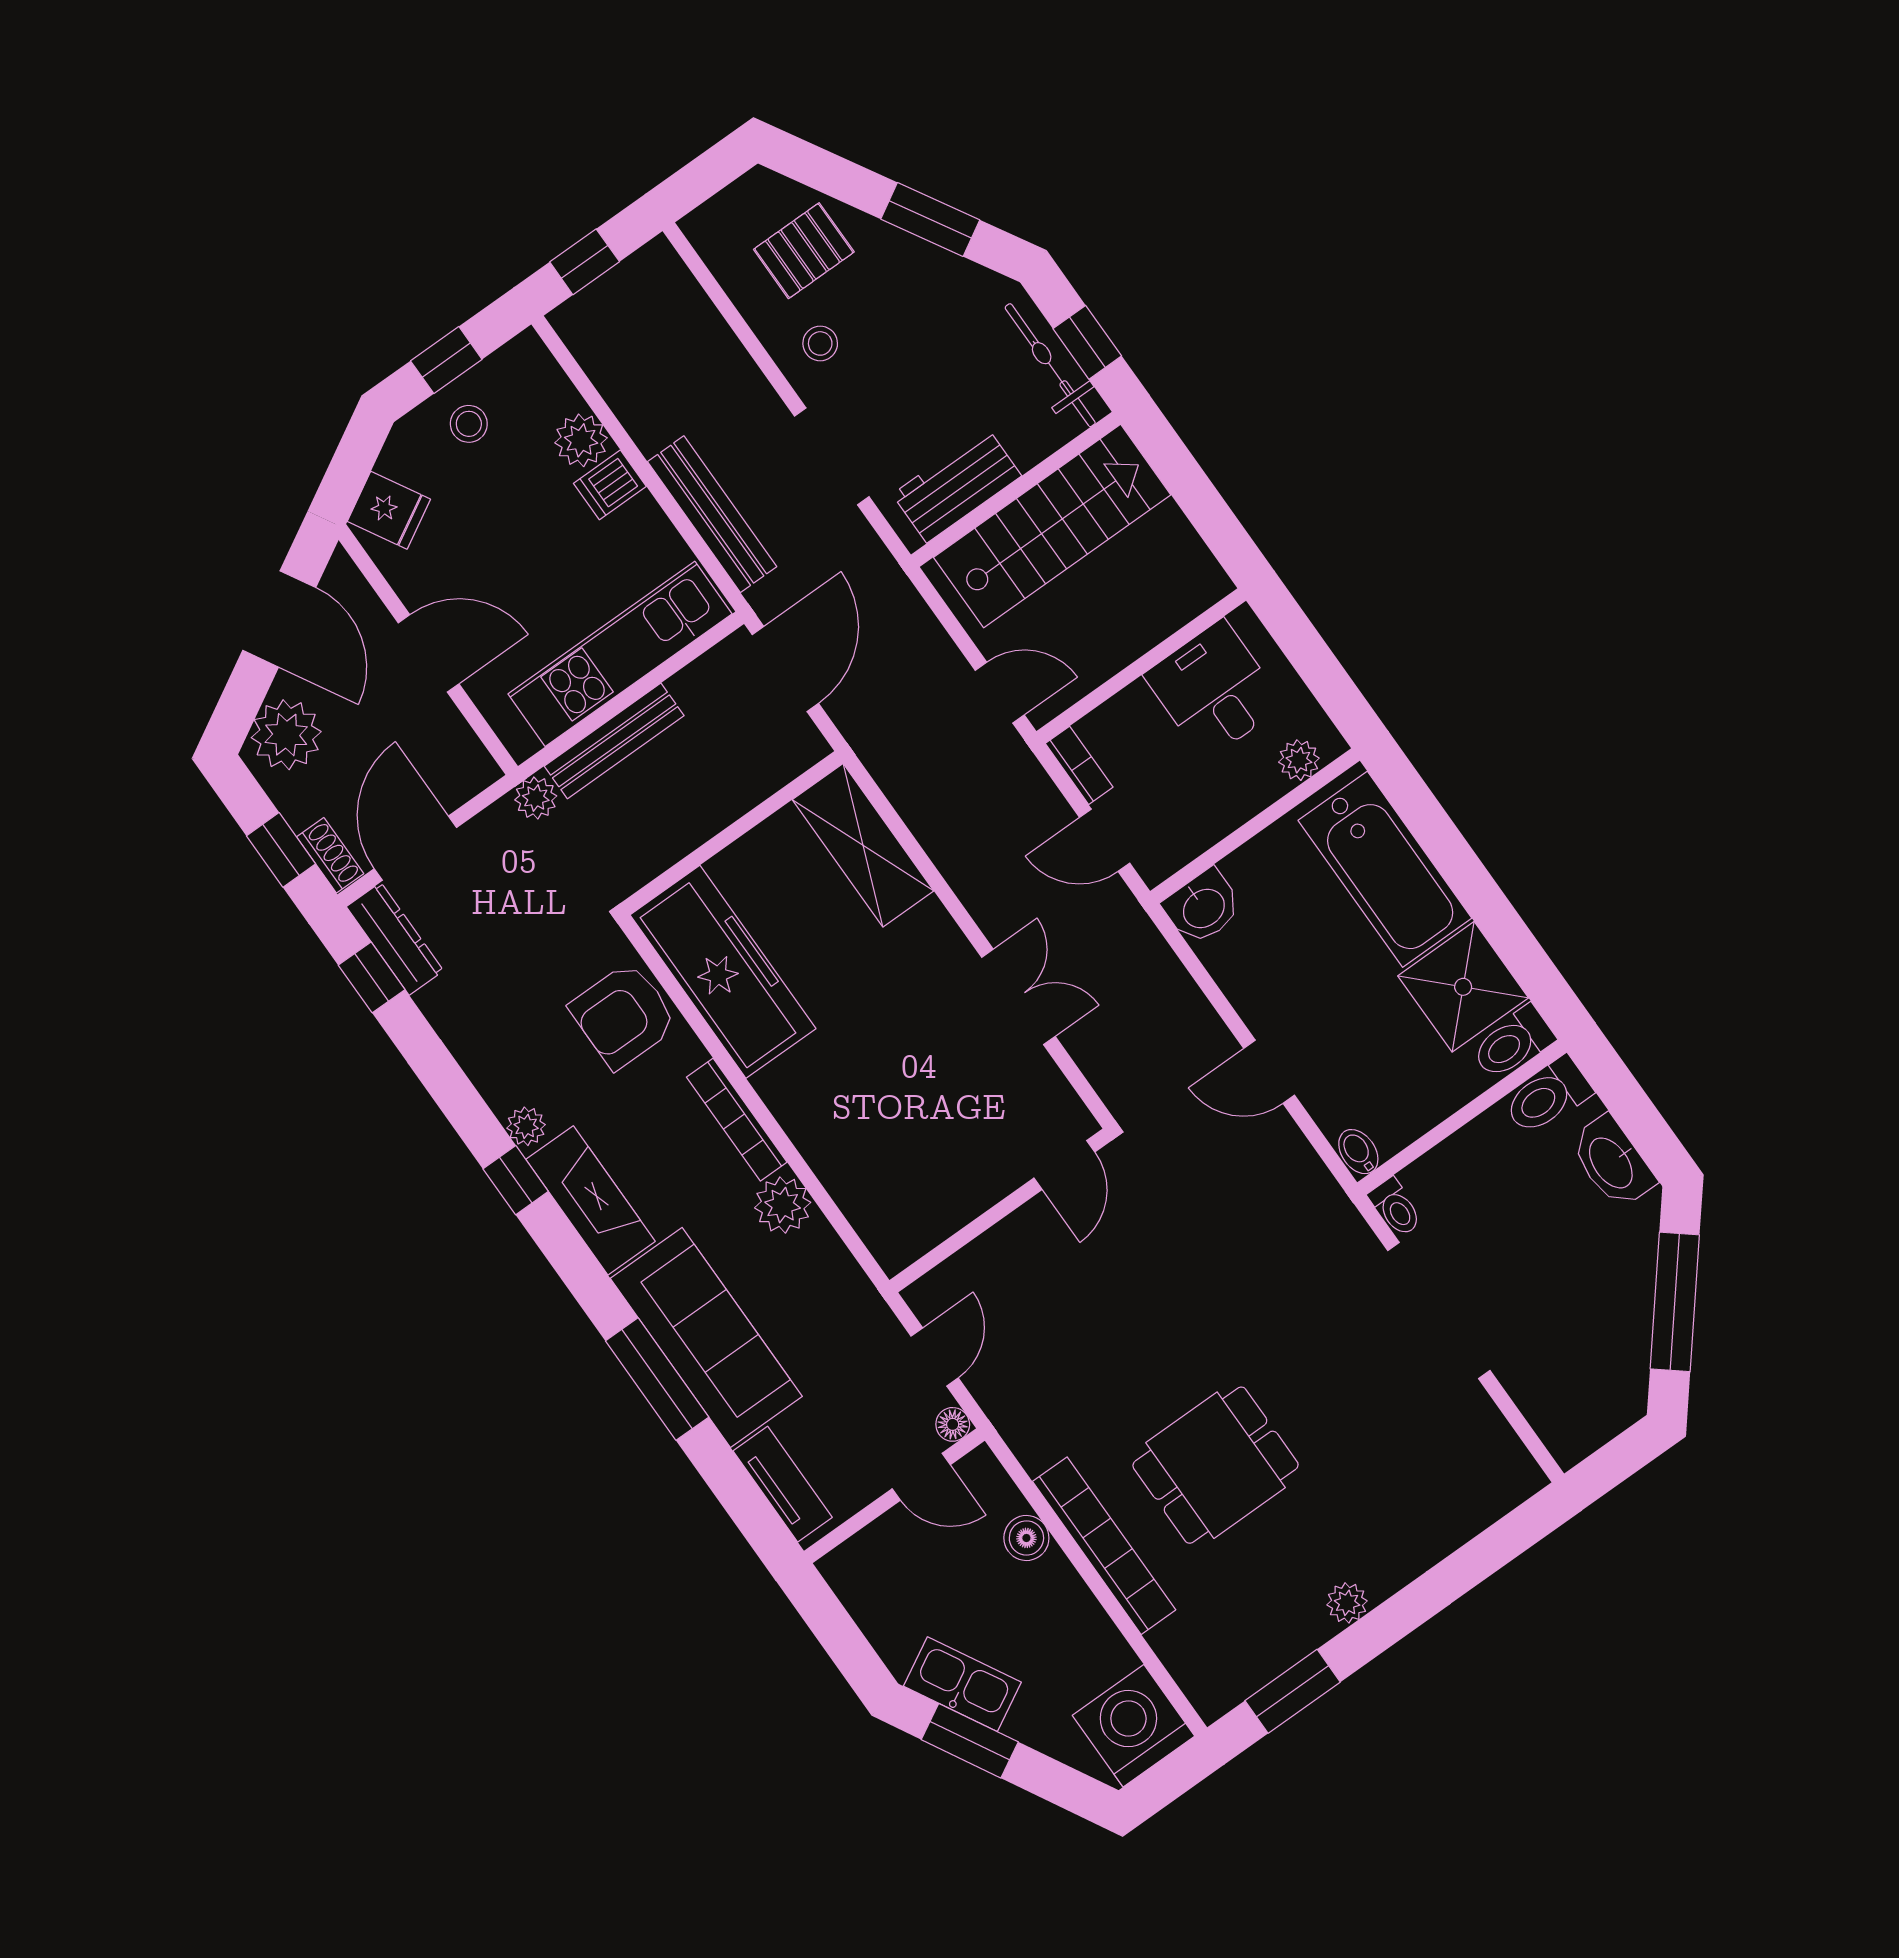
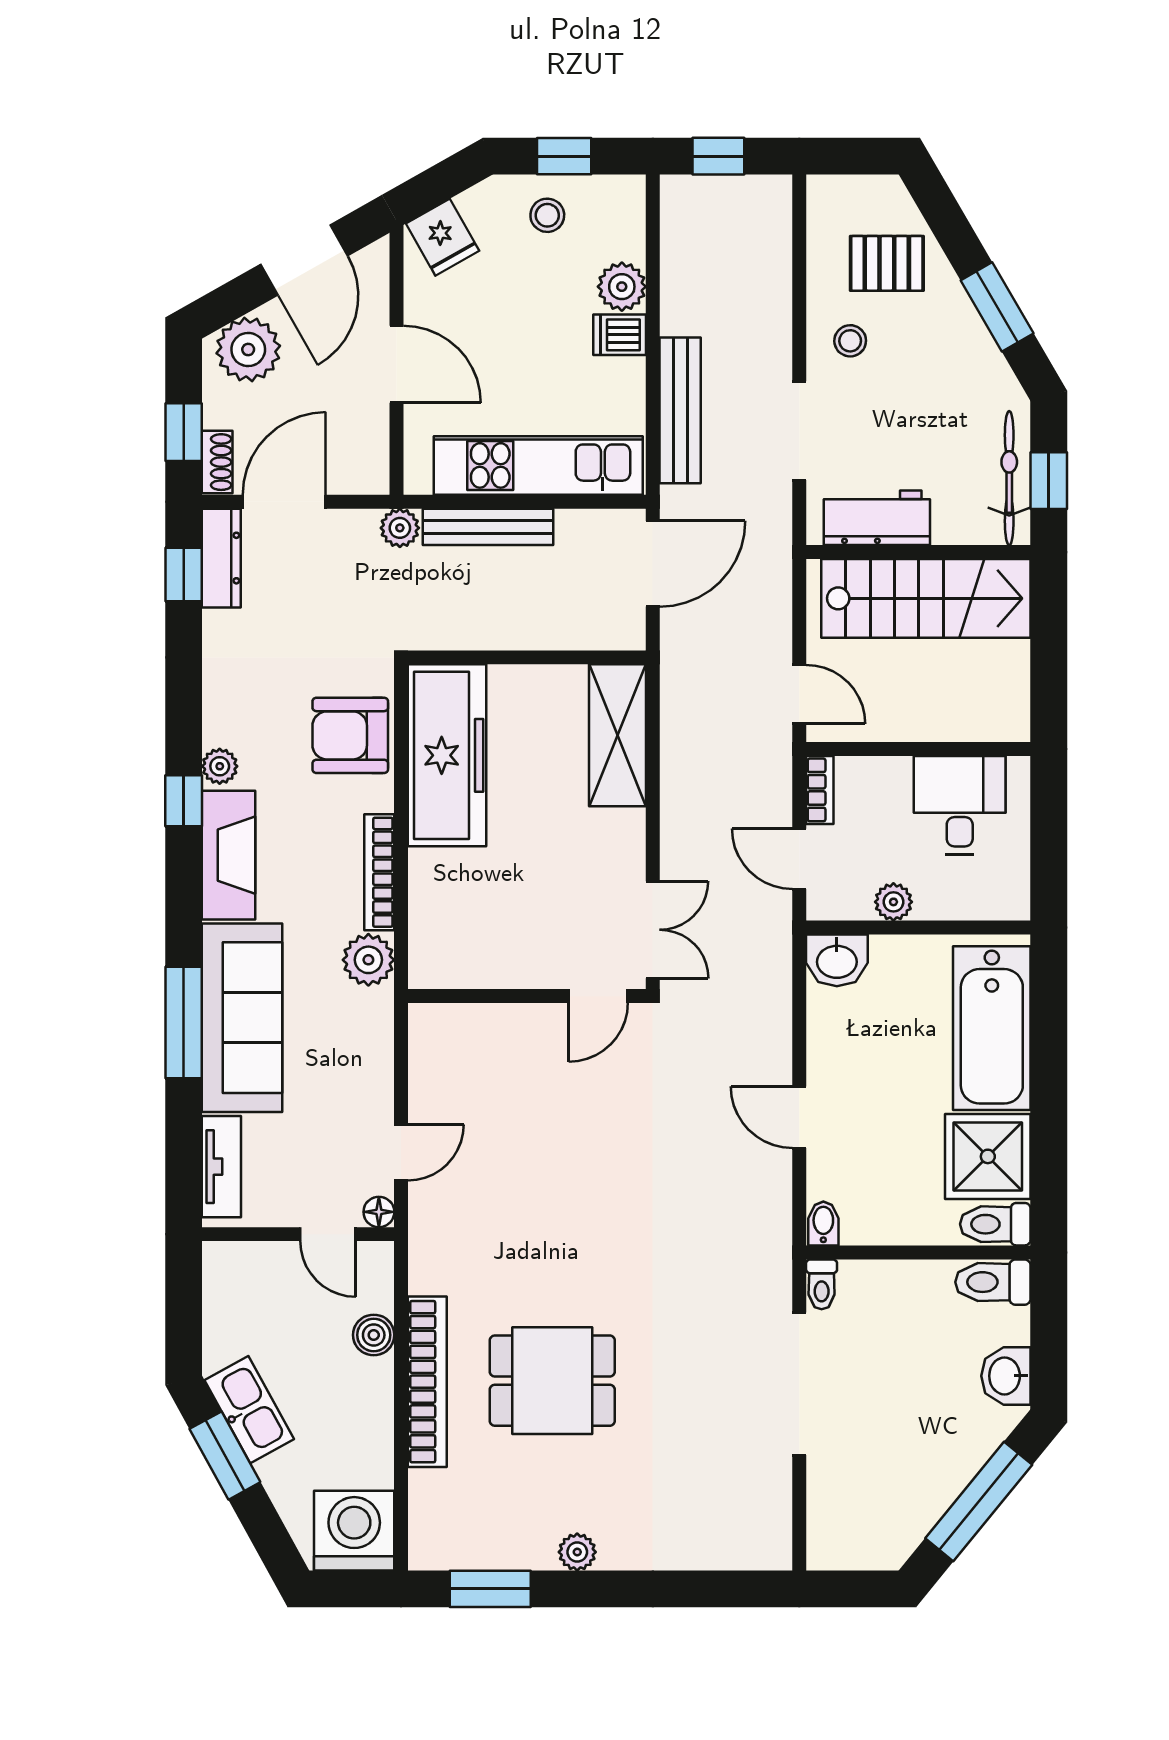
plant: (1299, 760) -> (893, 902), moved
washbasin: (1612, 1162) -> (1006, 1376), width x0.72
door: (1064, 1165) -> (598, 996), moved
wall: (1000, 1210) -> (527, 996), moved

